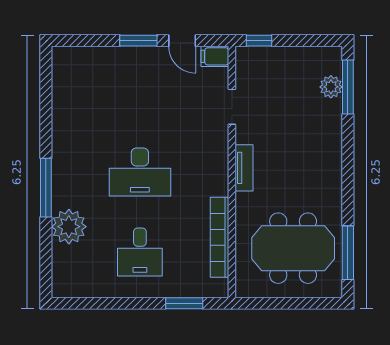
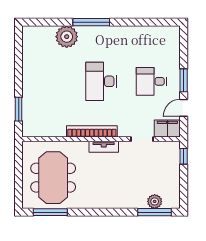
filing cabinet: (215, 56) -> (167, 128), width x2.00
bookcase: (219, 237) -> (92, 131), moved
desk: (140, 252) -> (151, 81), moved

